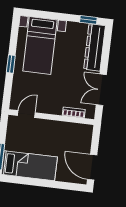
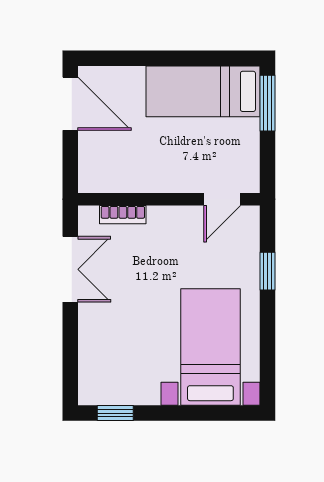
dresser: (95, 47) -> (95, 357), removed
window: (11, 64) -> (267, 271), moved

